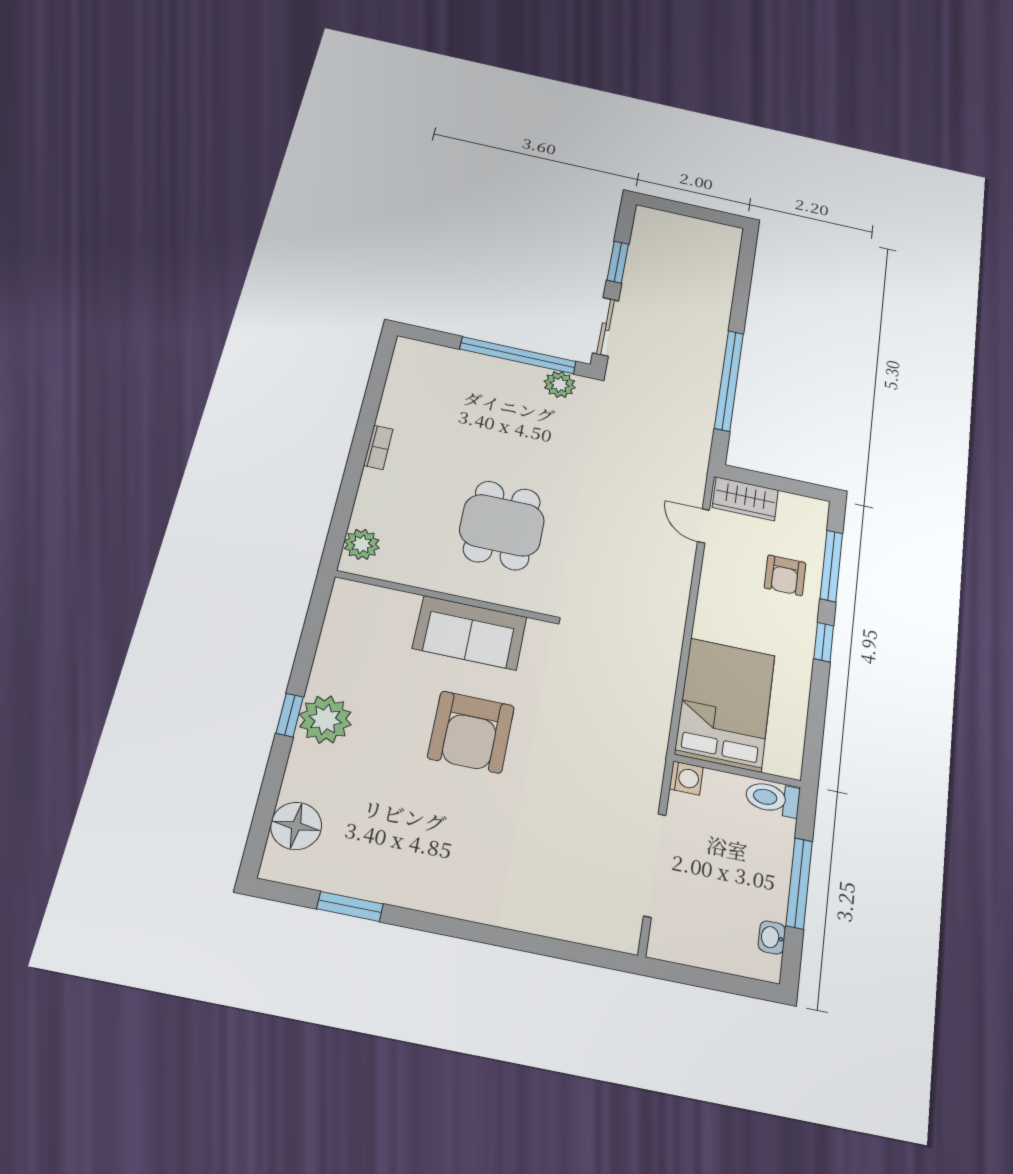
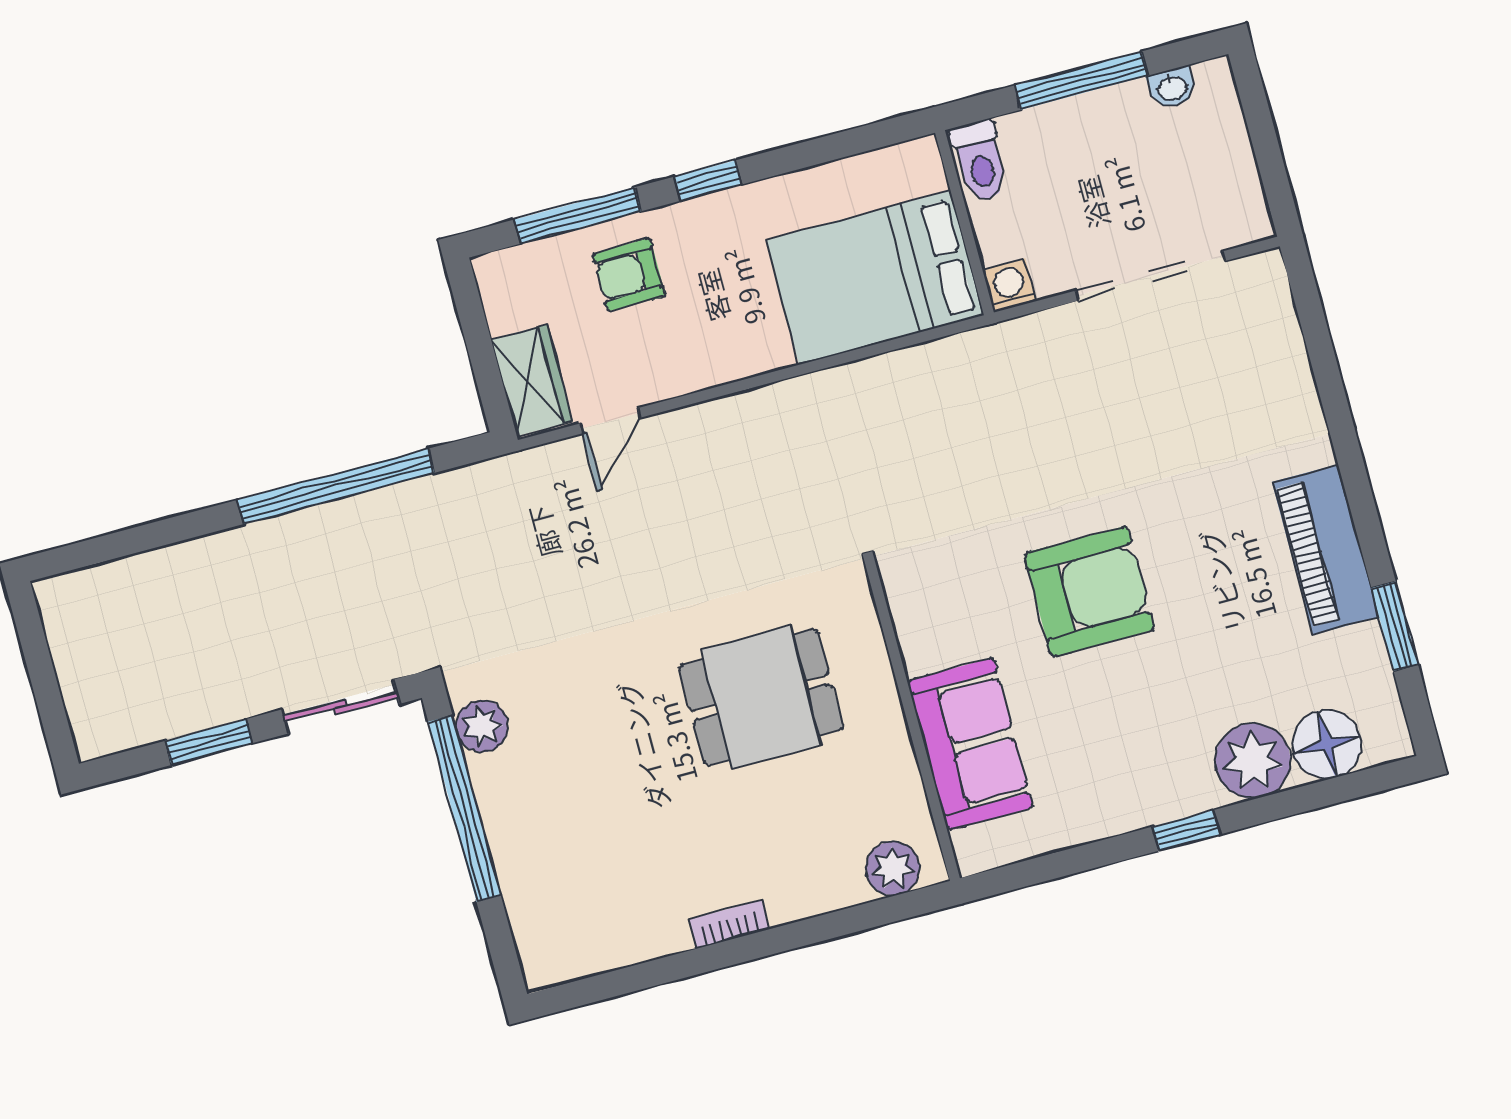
armchair: (785, 575) -> (629, 275), turned 180
sofa: (470, 633) -> (970, 744), moved
plant: (325, 719) -> (1253, 761), moved
piano: (424, 887) -> (1326, 549), added

